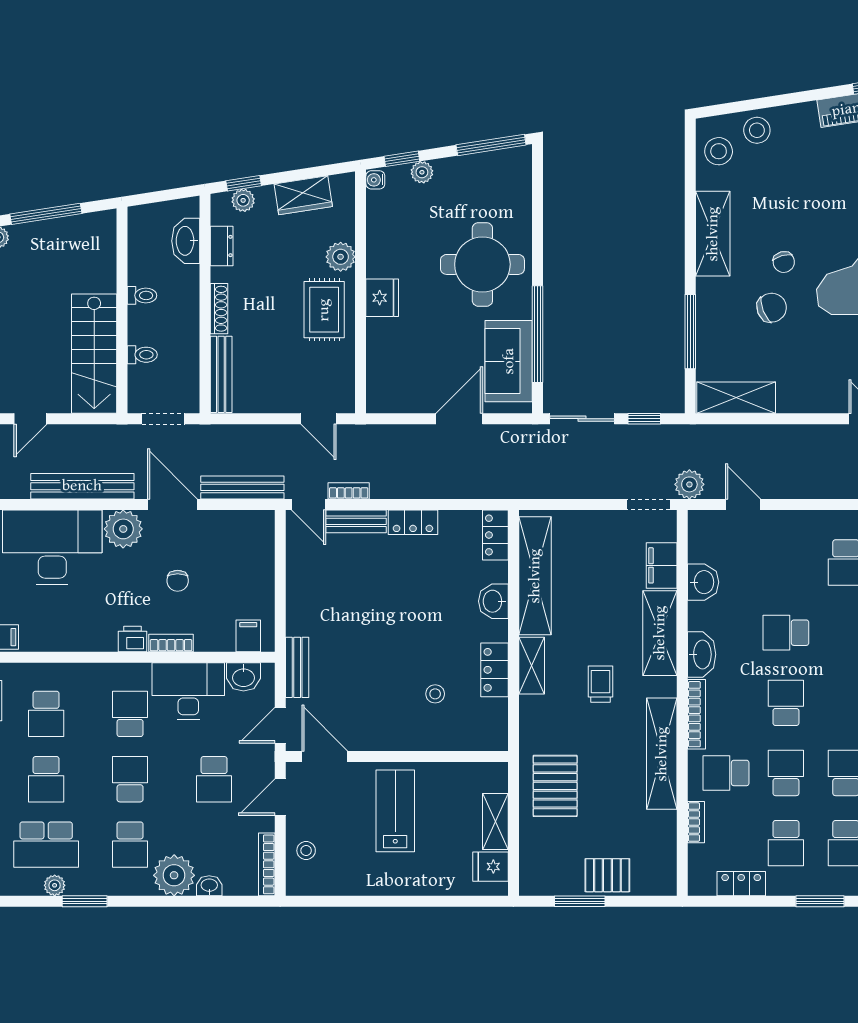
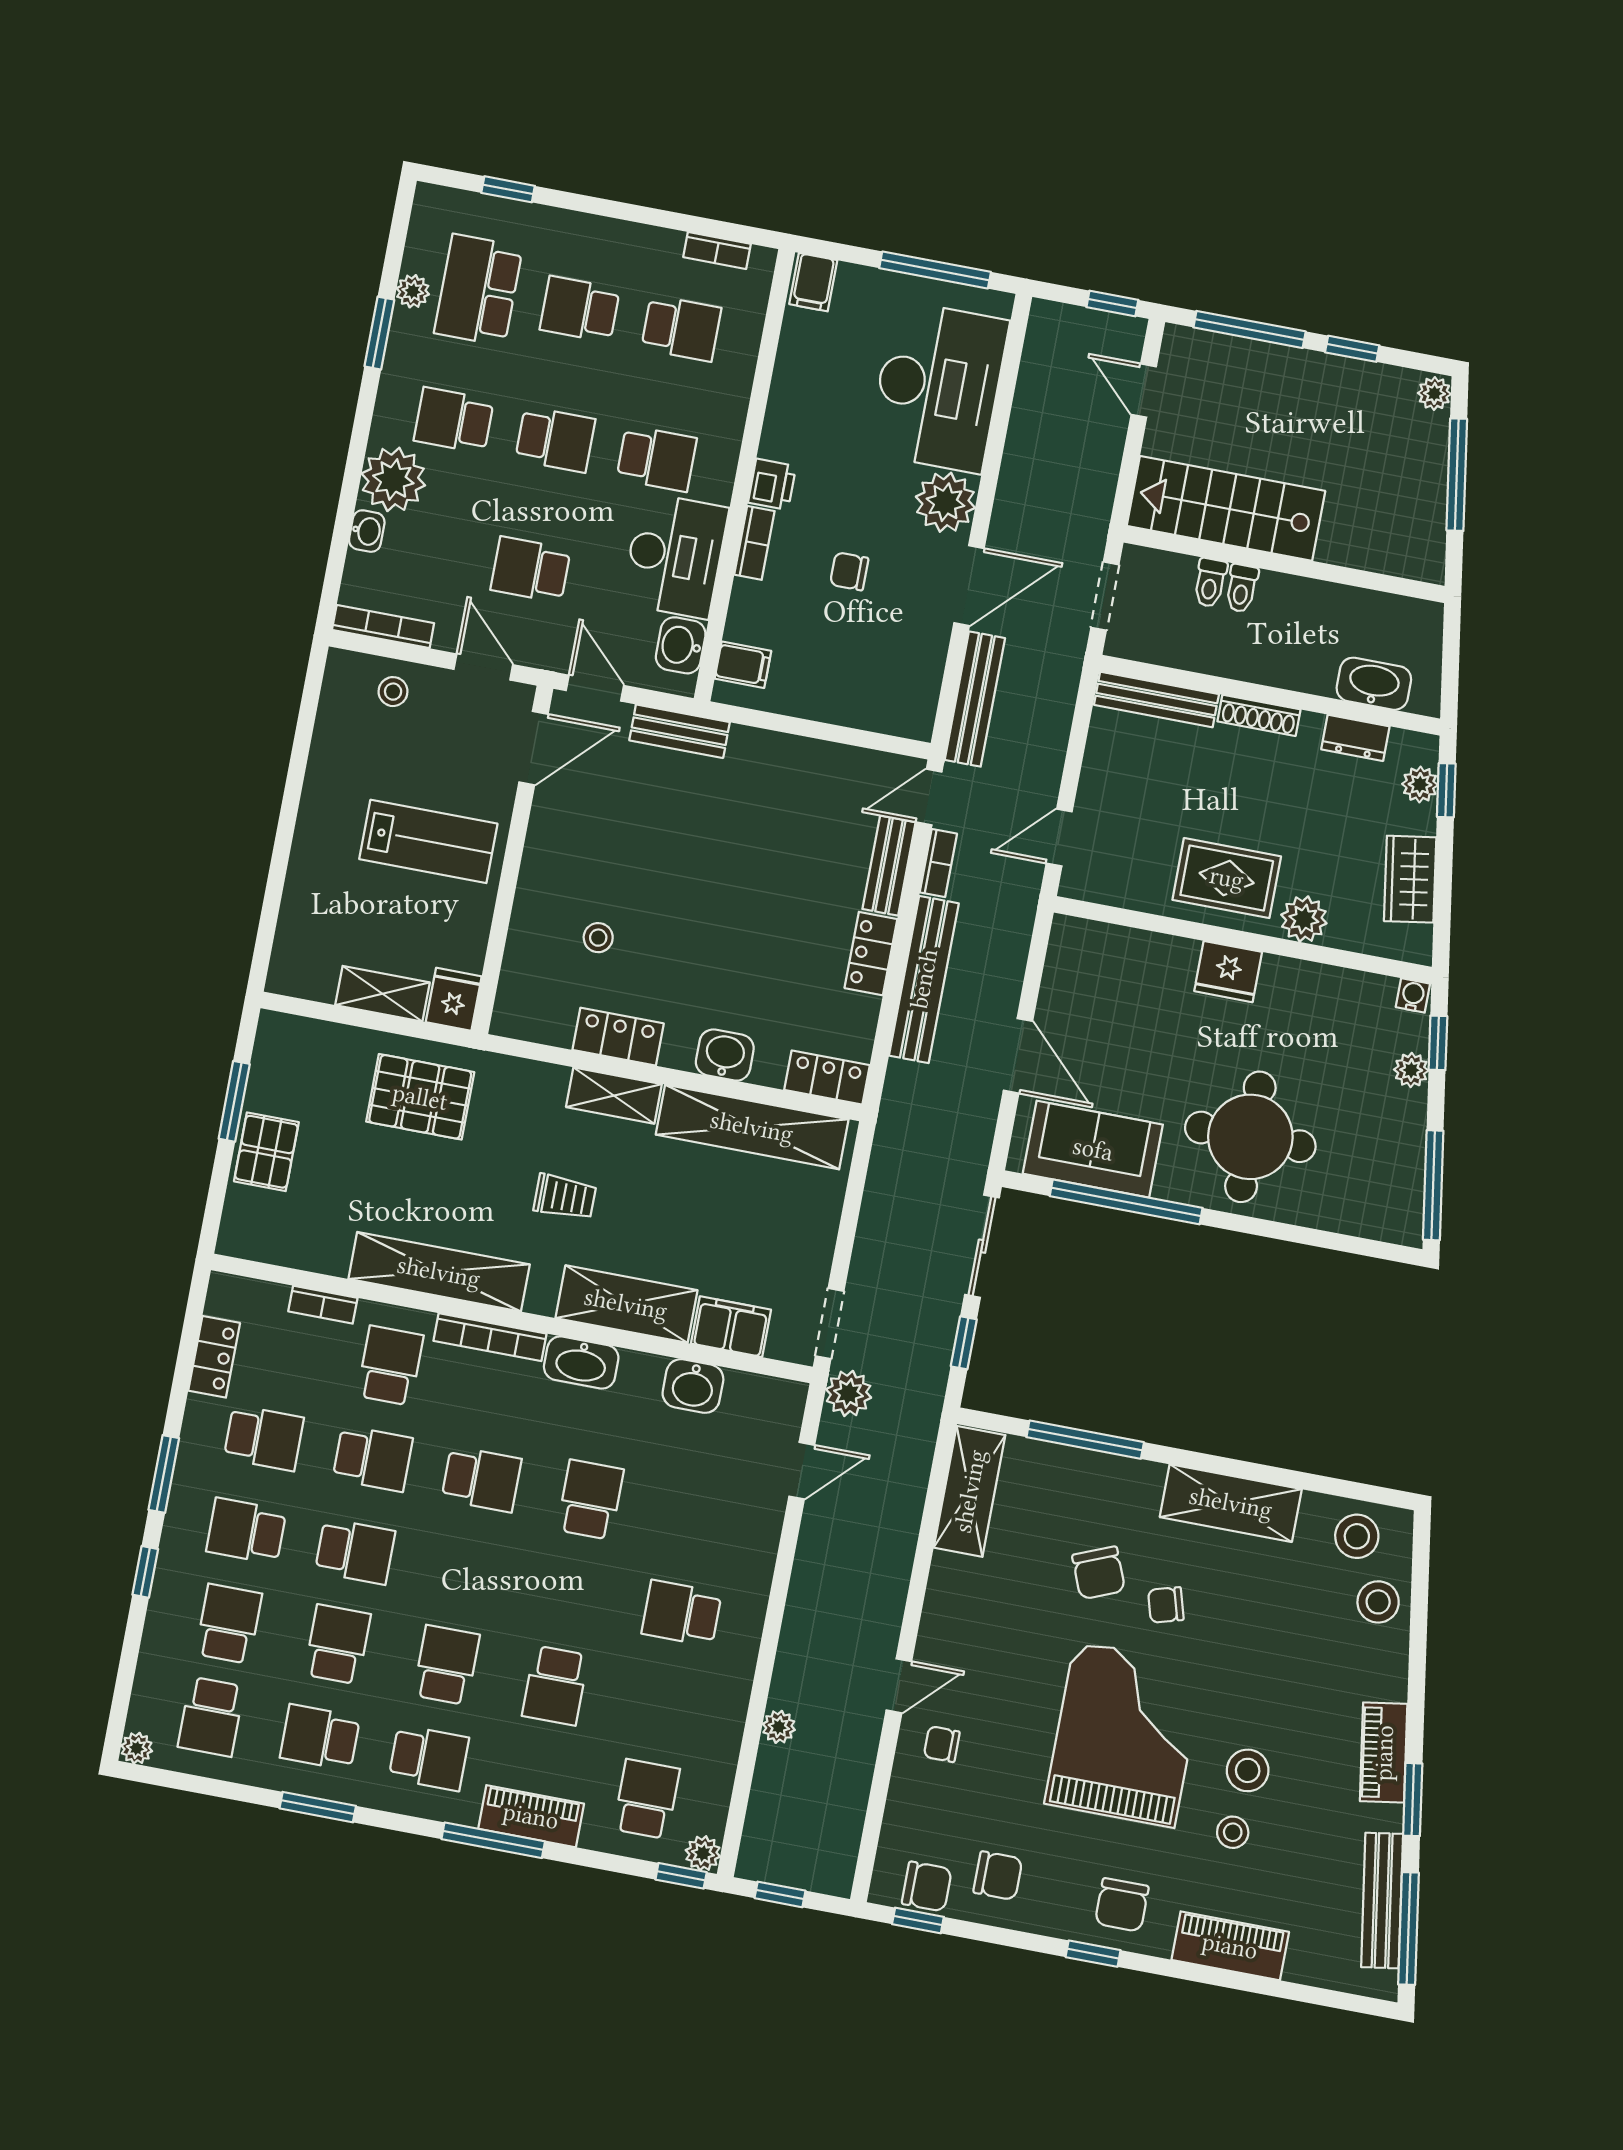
toilet: (142, 295) -> (1242, 588), moved
bench: (82, 486) -> (924, 979), moved
school desk: (46, 714) -> (681, 328), turned 180
school desk: (786, 843) -> (264, 1438), turned 180
fridge: (490, 867) -> (454, 999), moved

